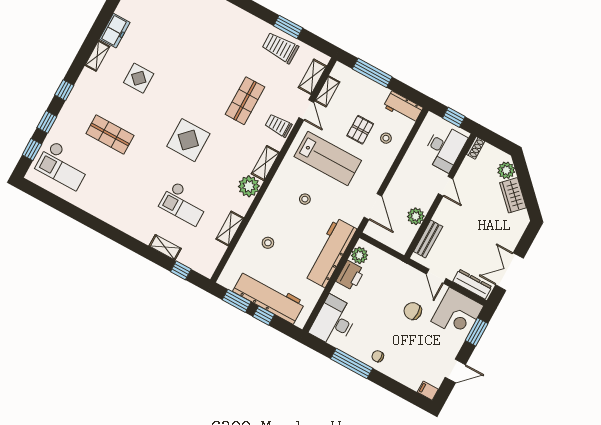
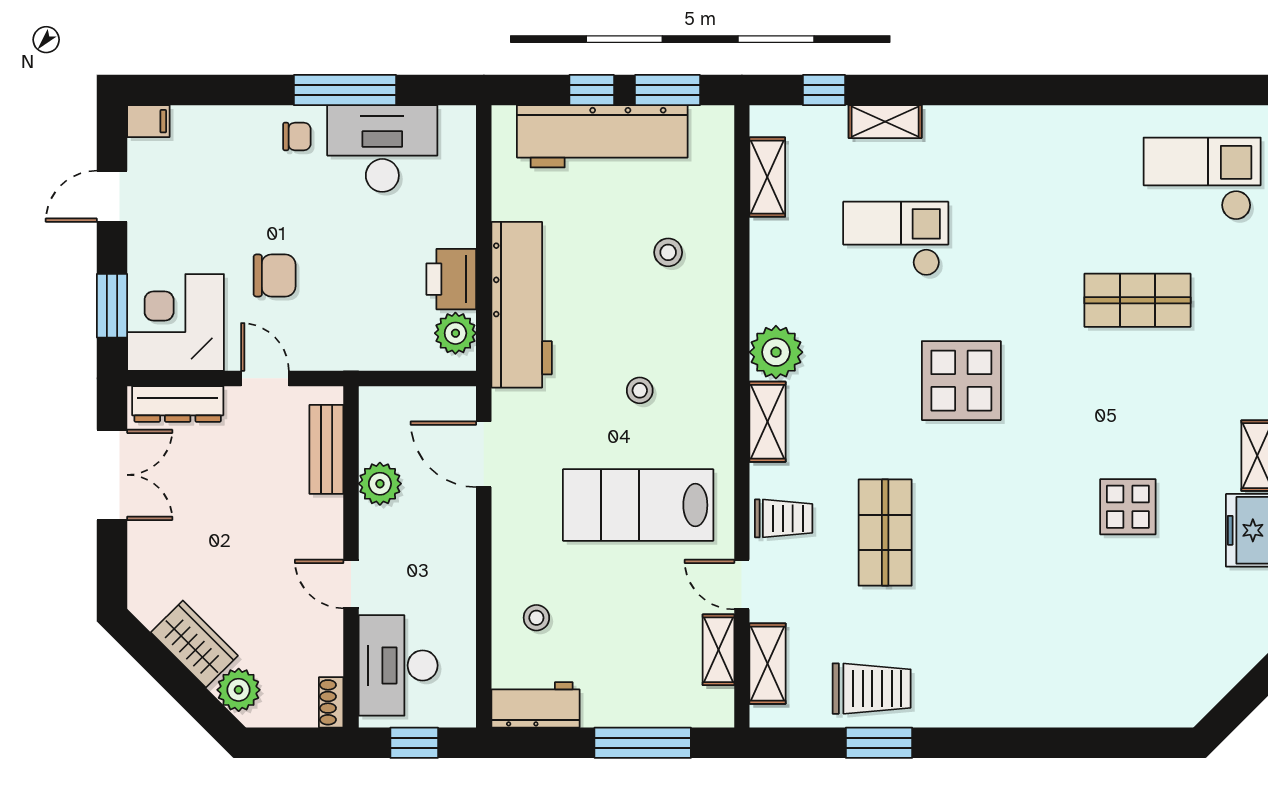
display table: (139, 78) -> (1128, 507), moved
pallet: (360, 130) -> (602, 606), removed
shelving: (230, 229) -> (767, 177), moved
desk: (334, 321) -> (382, 149), moved, turned -90

